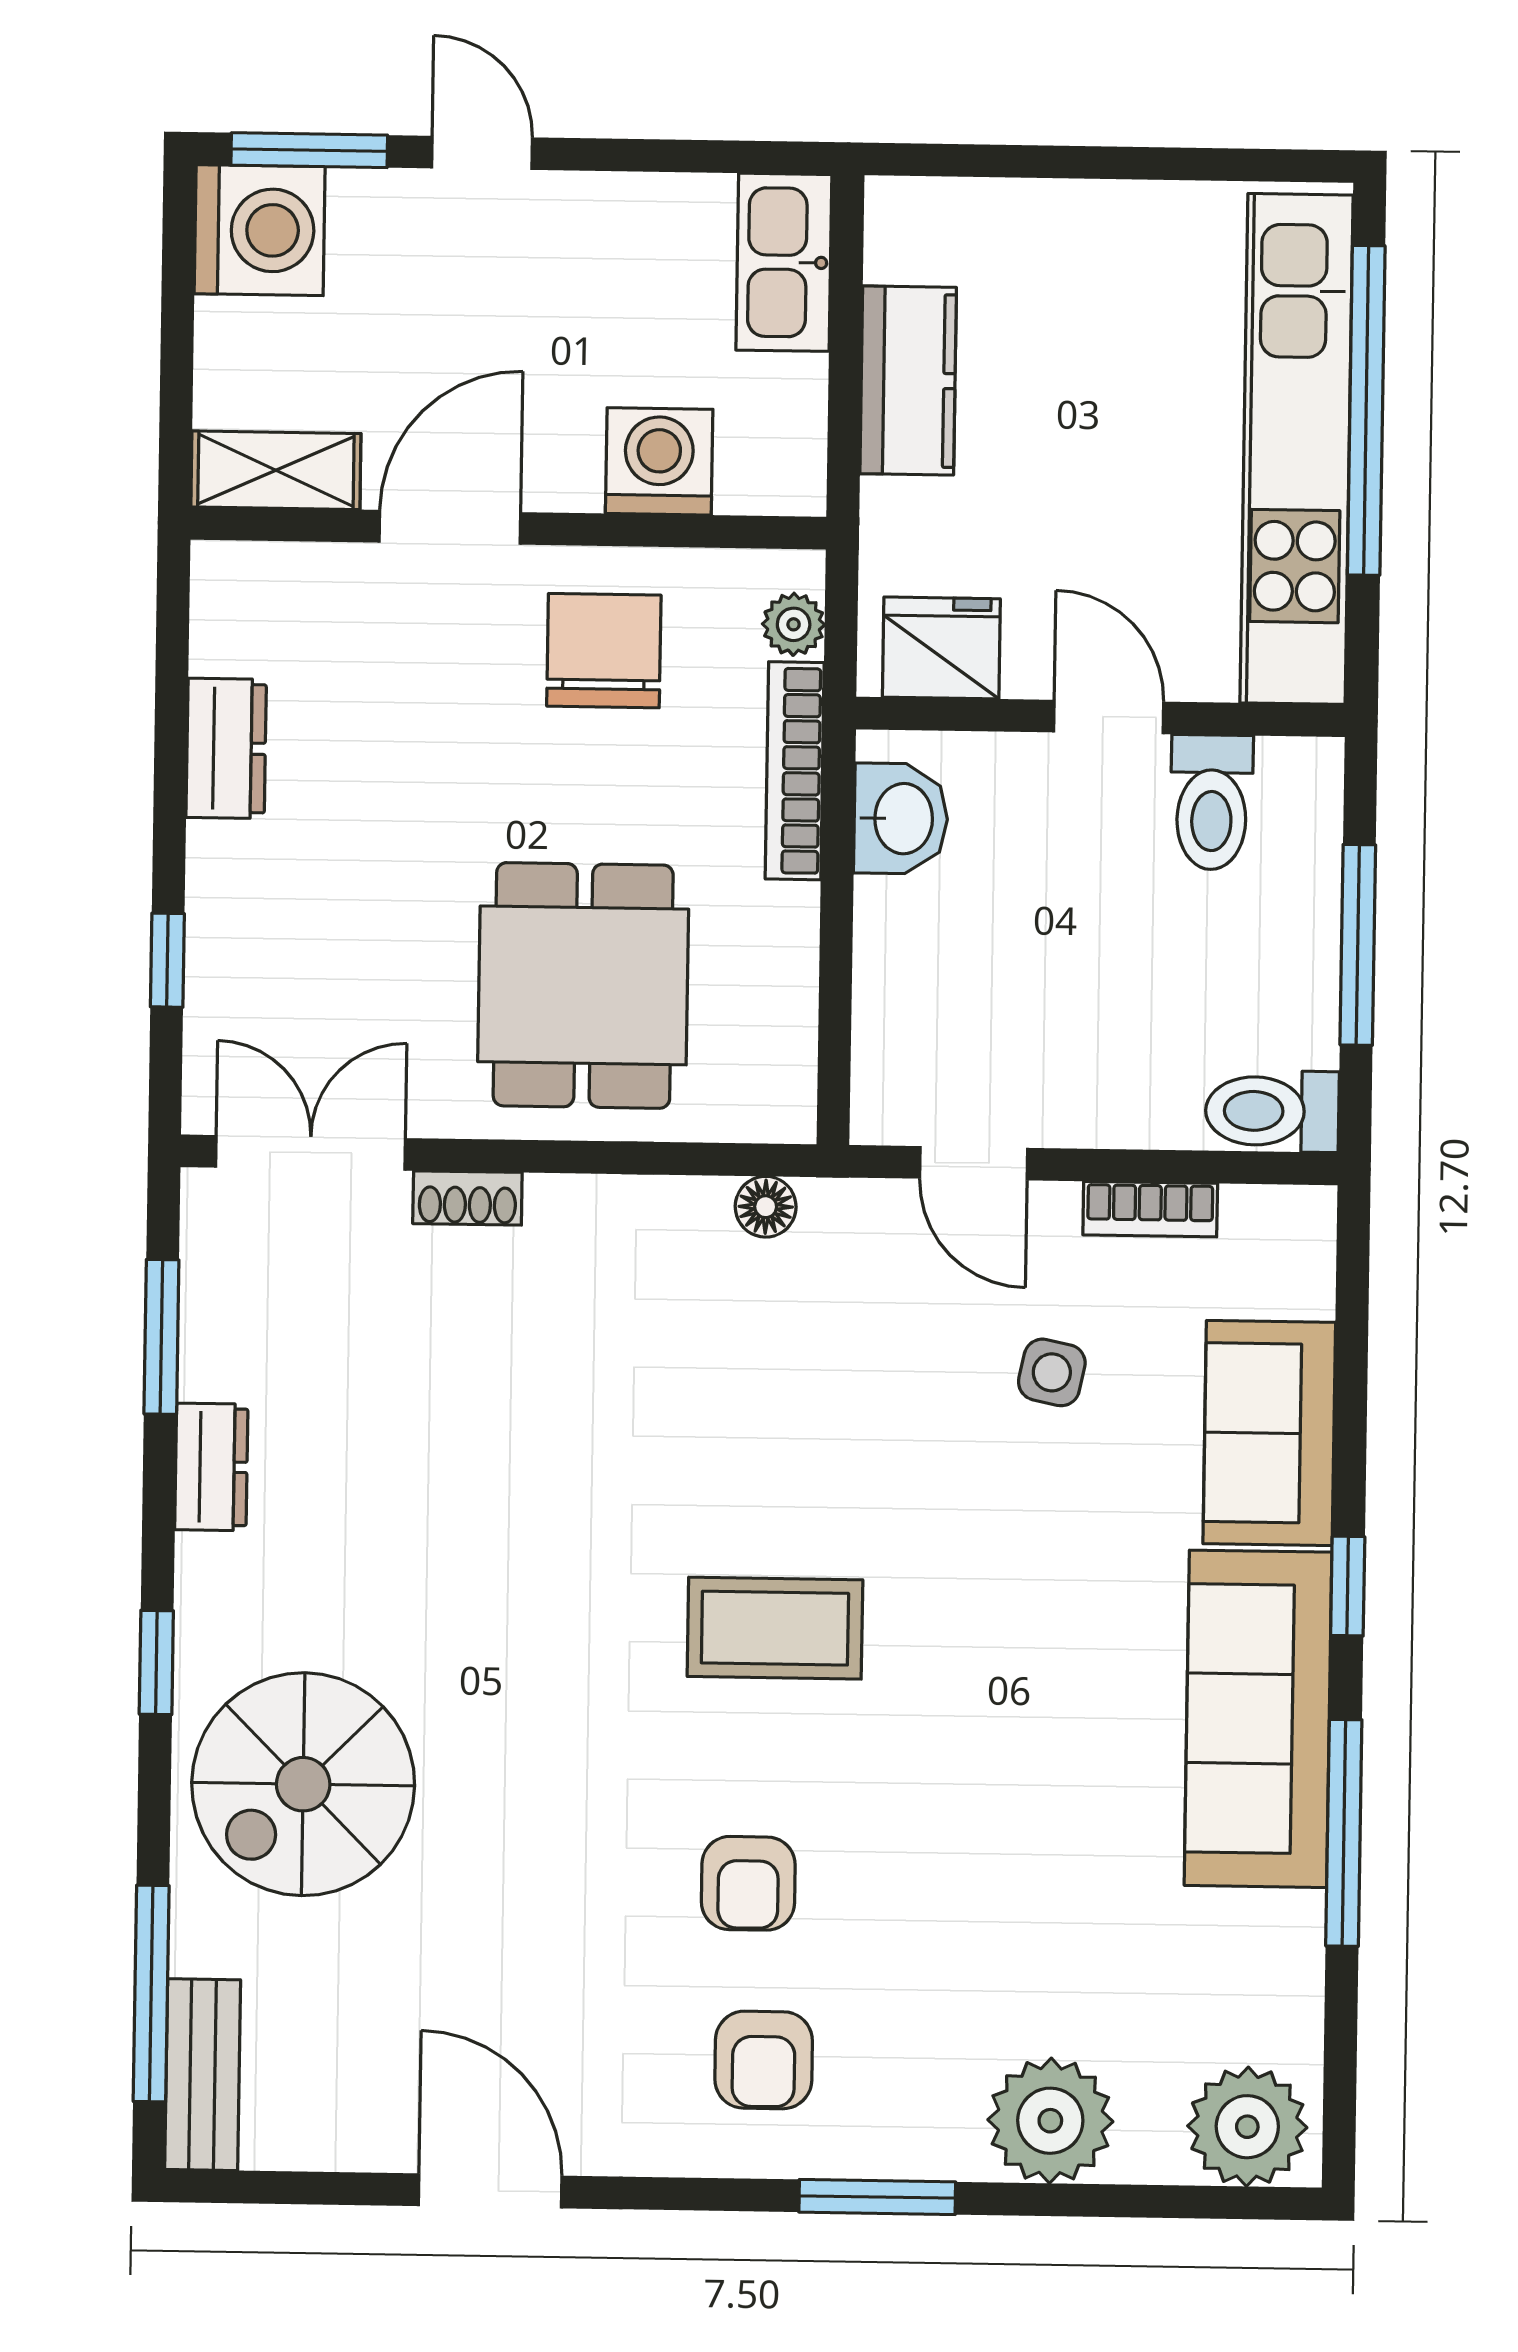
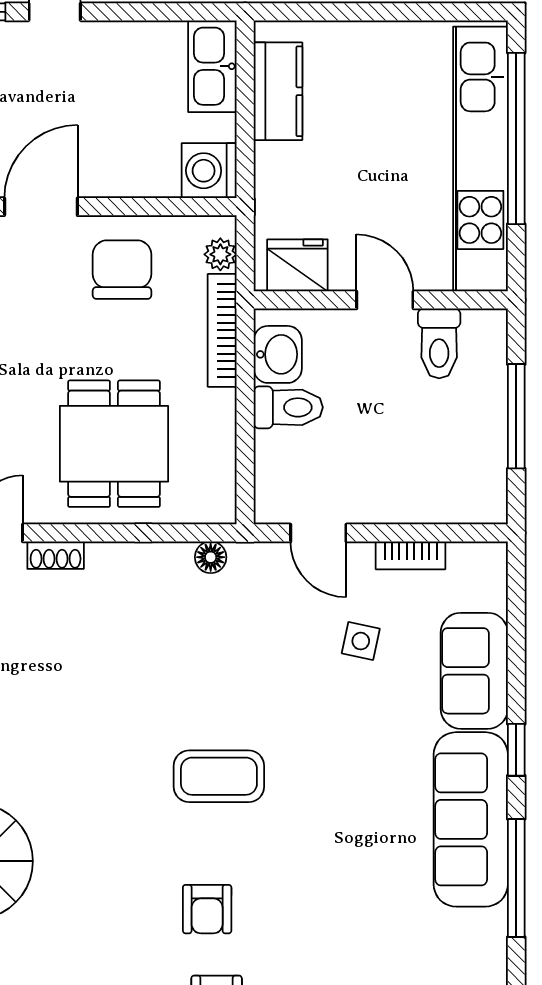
kitchen counter: (908, 381) -> (278, 91), moved
washing machine: (659, 461) -> (209, 171), moved, turned -90
toilet: (1272, 1111) -> (288, 407), moved, turned 180

